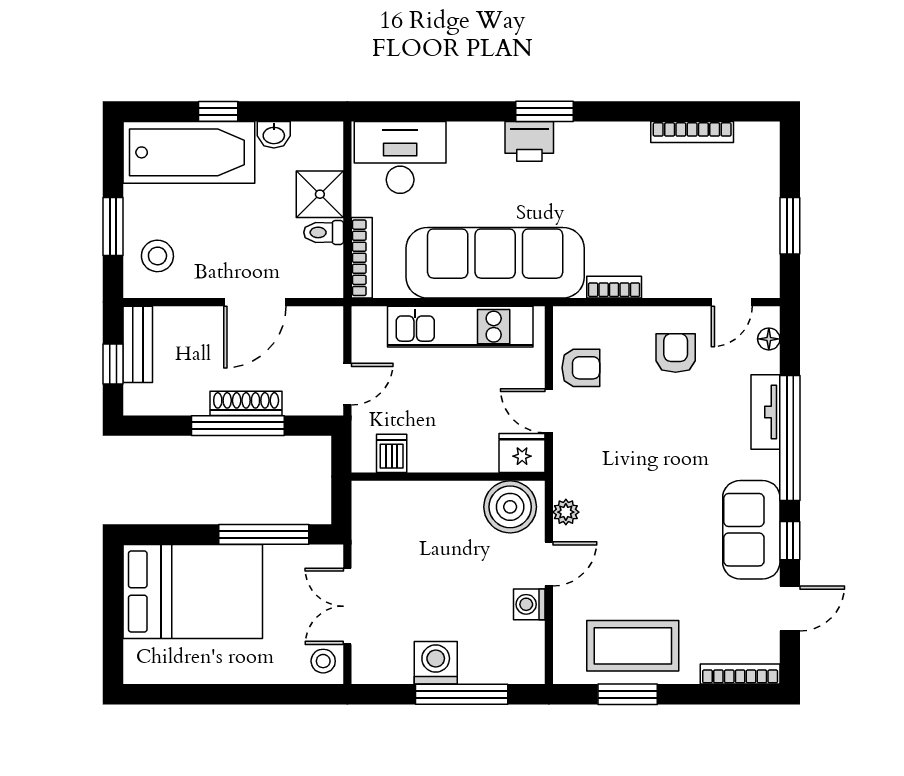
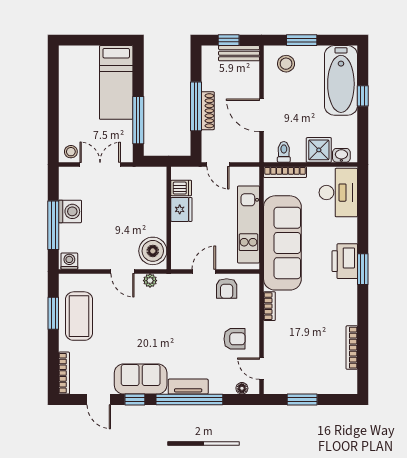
washbasin: (274, 135) -> (341, 155), moved, turned 90
printer: (529, 141) -> (345, 261), width x1.37, depth x1.19
toilet: (324, 232) -> (284, 152), moved
tv unit: (766, 412) -> (188, 387), moved
fridge: (522, 453) -> (181, 209), moved
bed: (193, 591) -> (116, 82), width x0.67
washing machine: (529, 604) -> (69, 261), moved

